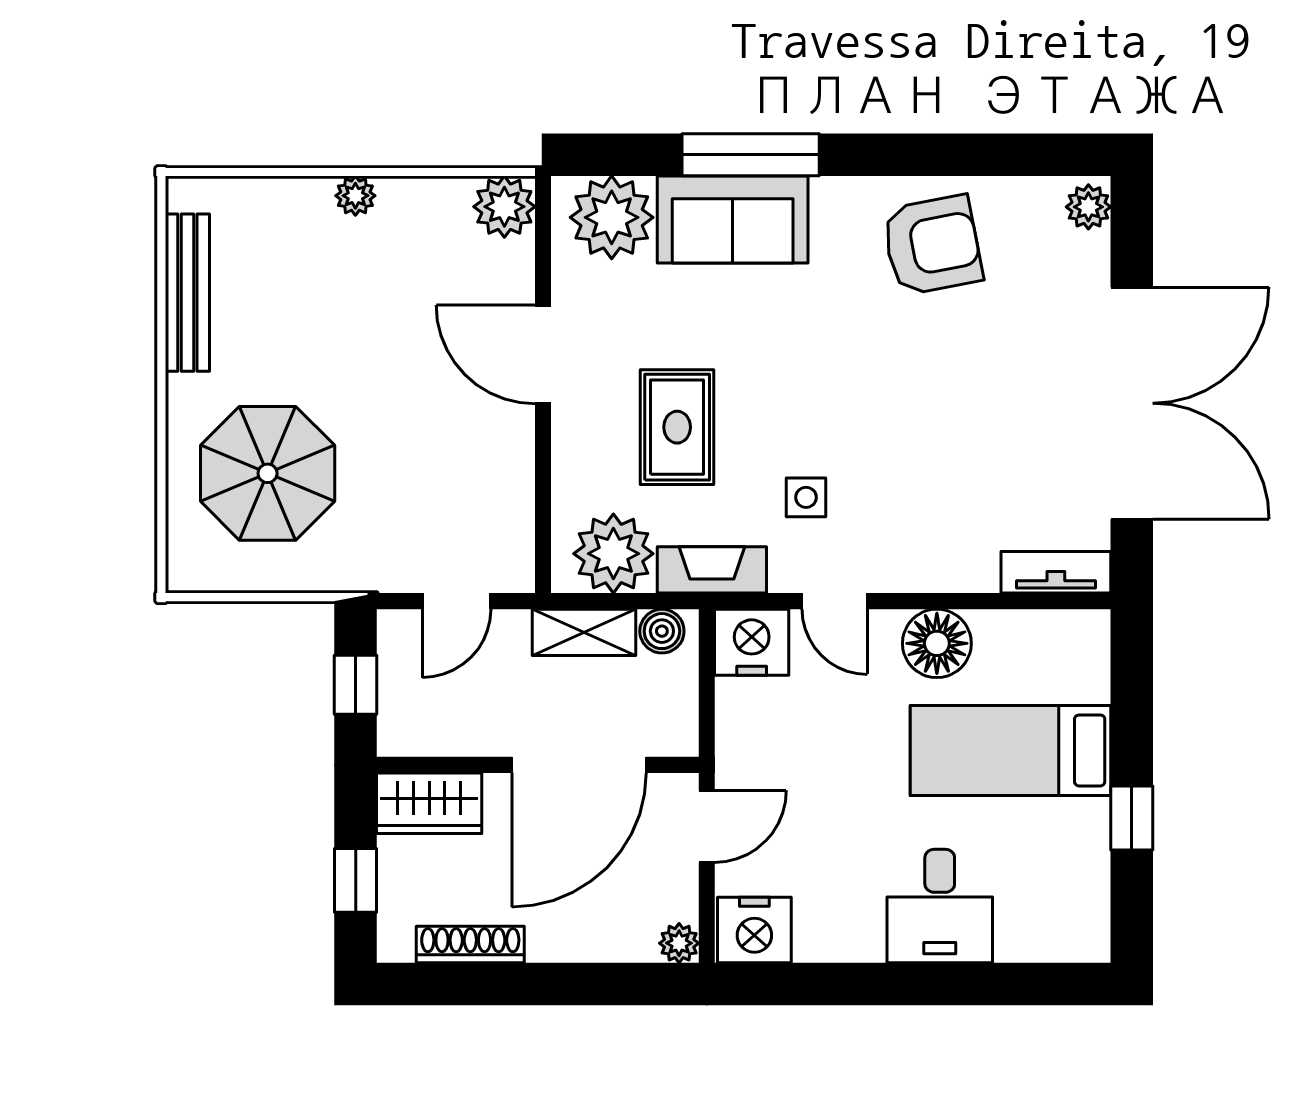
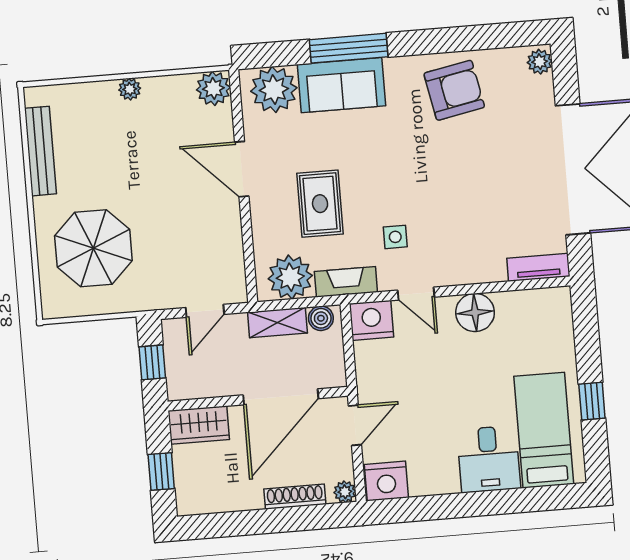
bed: (1010, 750) -> (544, 430), moved, turned 90
shoe rack: (470, 945) -> (295, 497), moved

